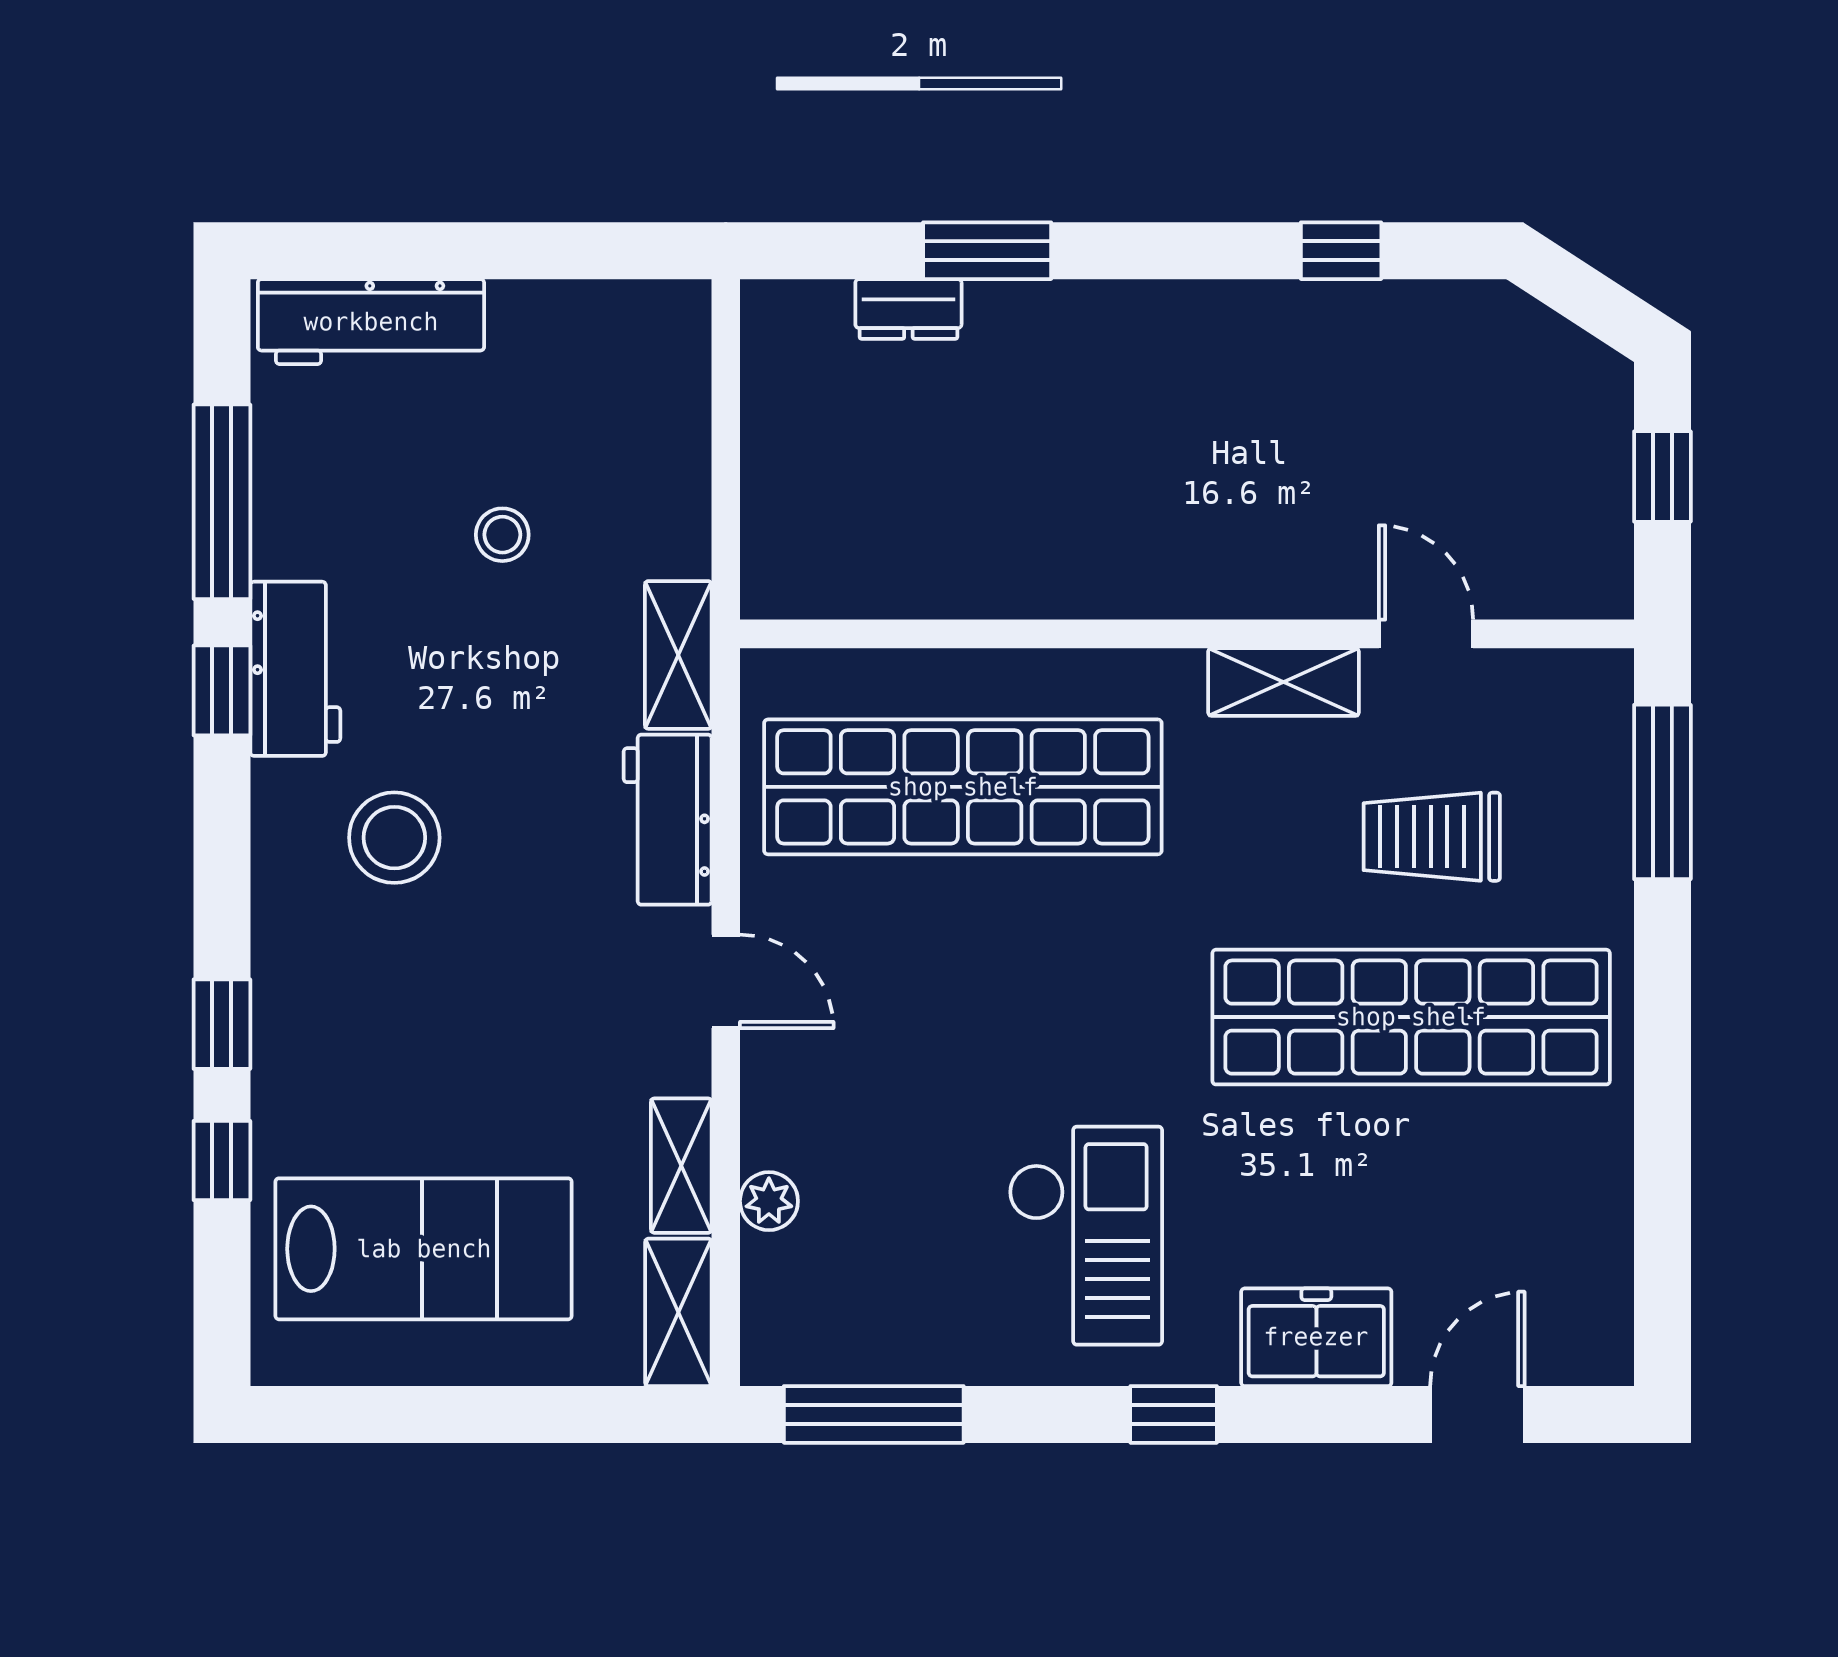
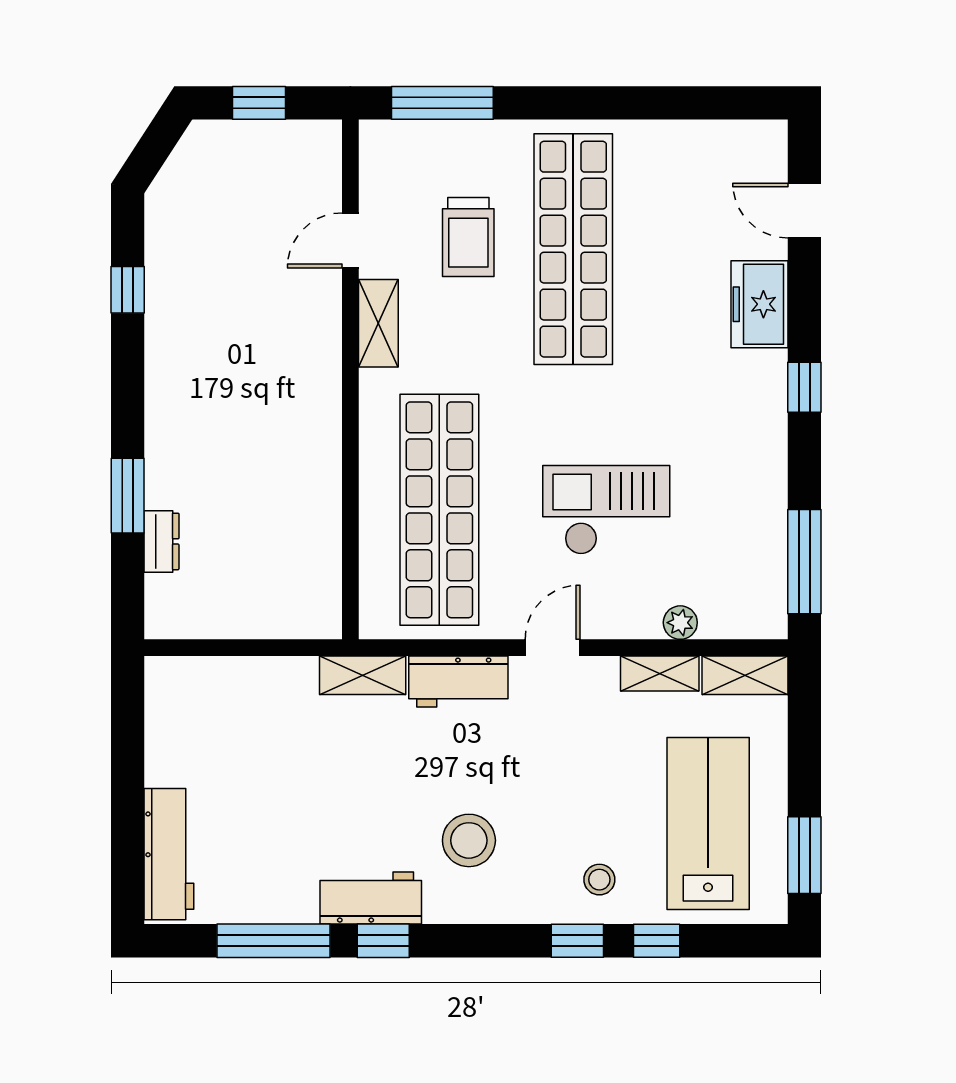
stool: (502, 535) -> (599, 880), moved
checkout: (1085, 1236) -> (606, 510), moved
window: (369, 1414) -> (804, 855), added

